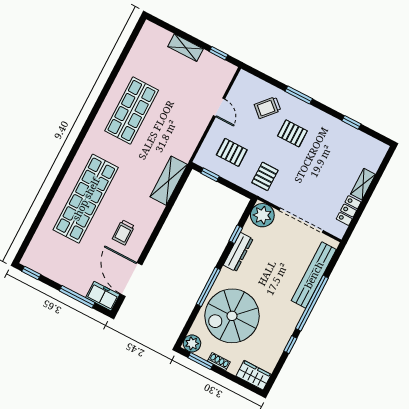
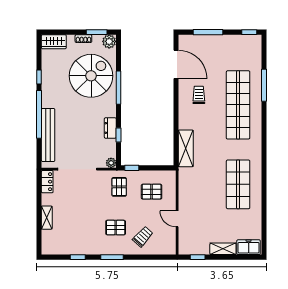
window: (299, 95) -> (112, 257), moved
window: (210, 175) -> (132, 168), moved
window: (46, 205) -> (264, 85), added
locker: (349, 211) -> (47, 182), moved
plant: (262, 215) -> (111, 163), width x0.53, depth x0.53
dresser: (238, 252) -> (110, 128), width x0.70
freezer: (103, 296) -> (249, 247), moved, turned 180

